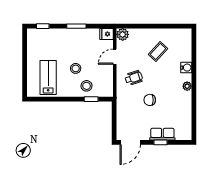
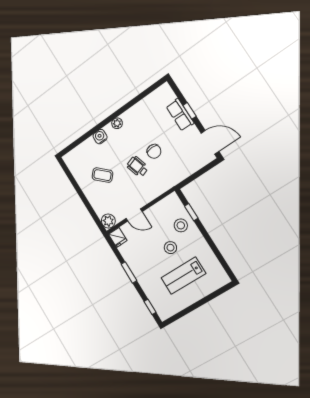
lab bench: (48, 78) -> (183, 276), moved
wheelchair: (134, 78) -> (137, 167), moved

